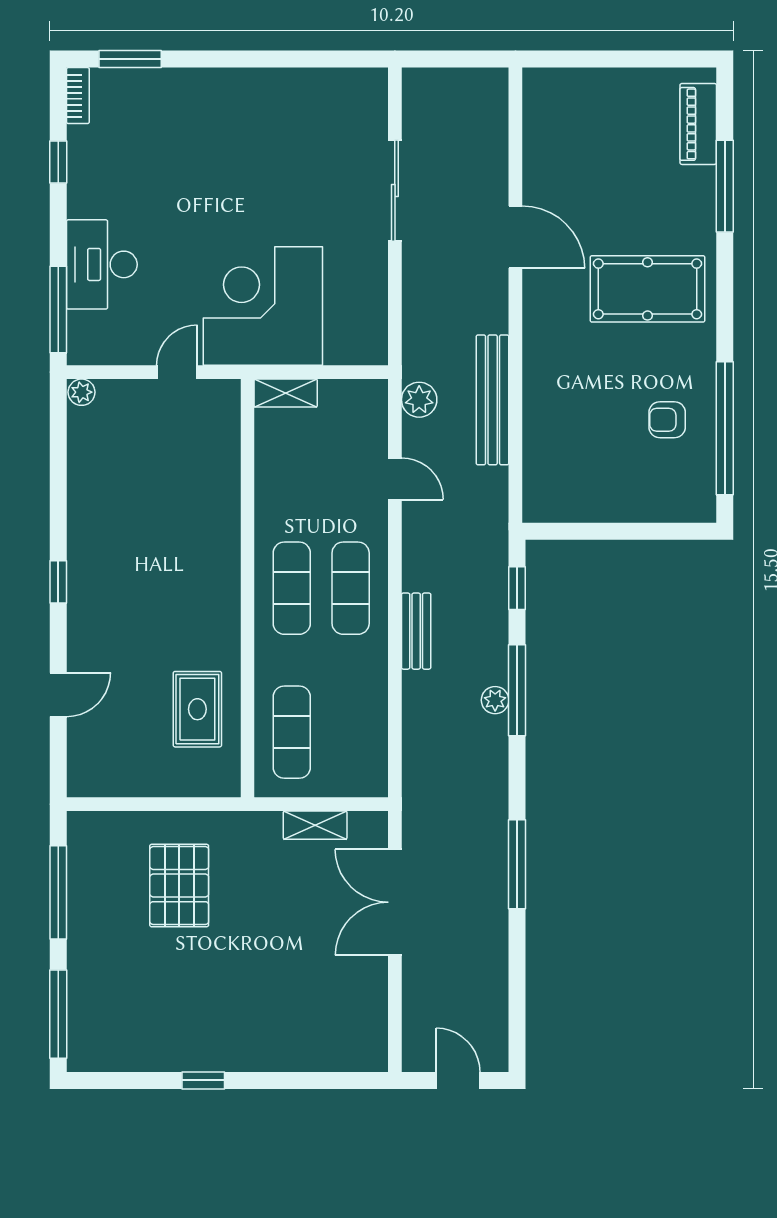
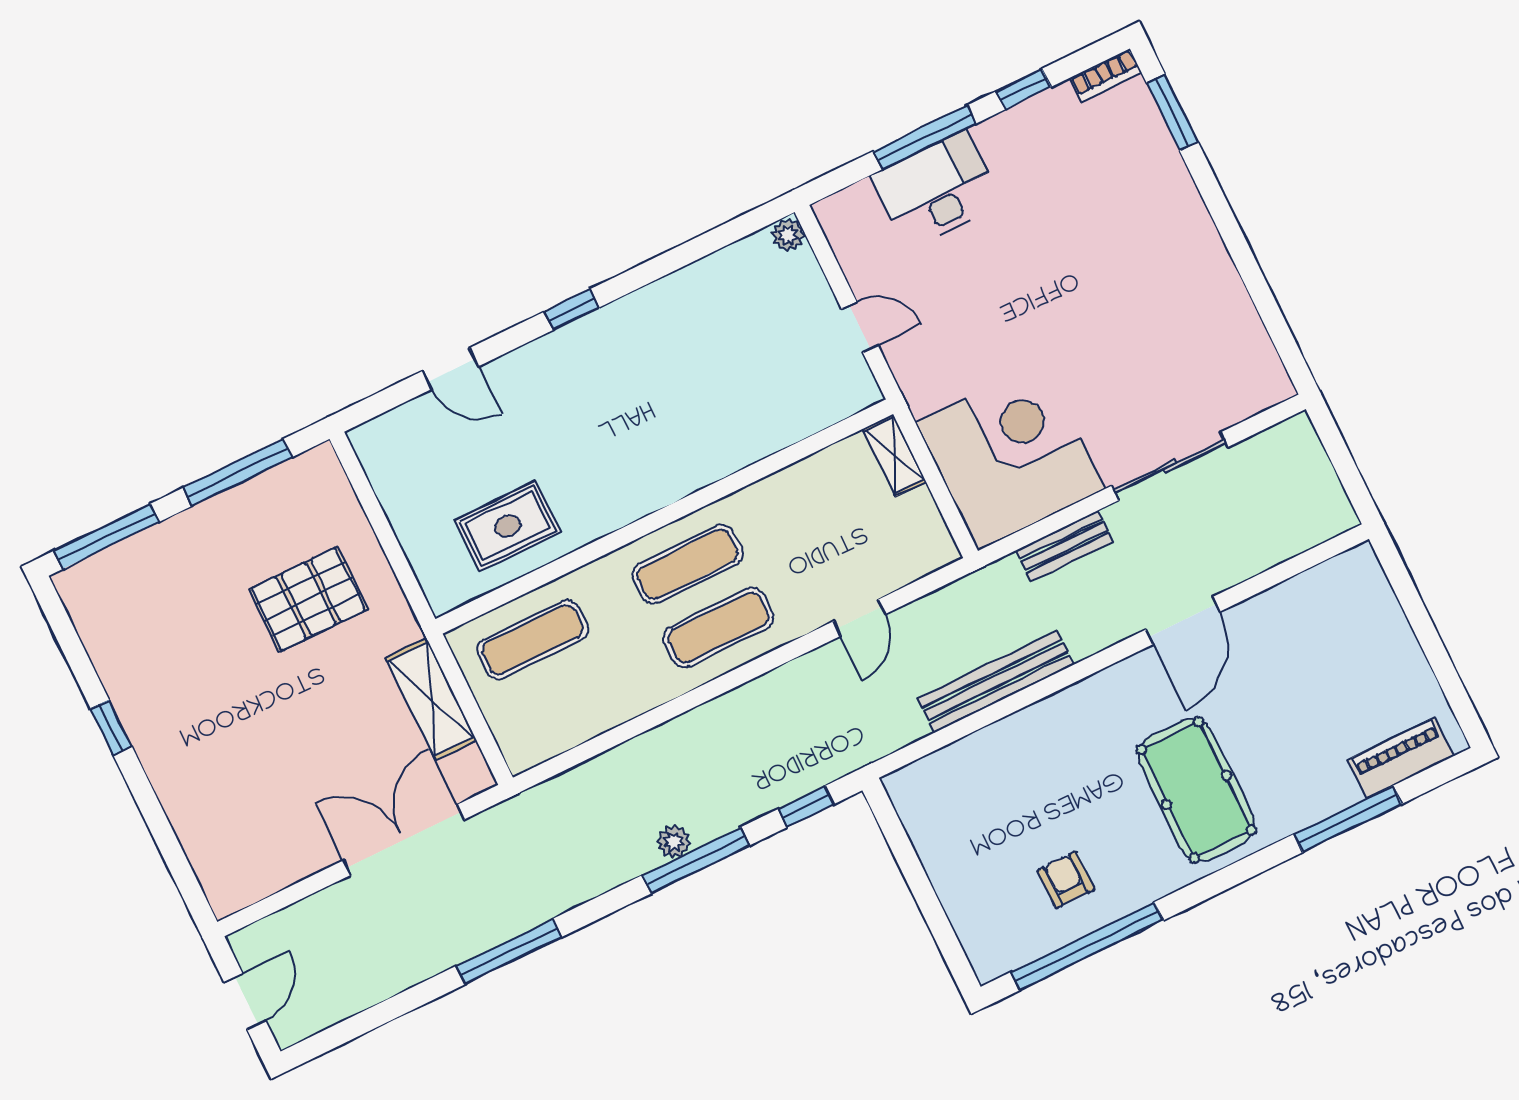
corner desk: (263, 306) -> (1011, 456), moved
window: (58, 310) -> (924, 138), moved
plant: (419, 400) -> (957, 602), removed
bench: (416, 631) -> (1064, 546), moved
shelving: (315, 825) -> (431, 699), width x1.50, depth x1.33

